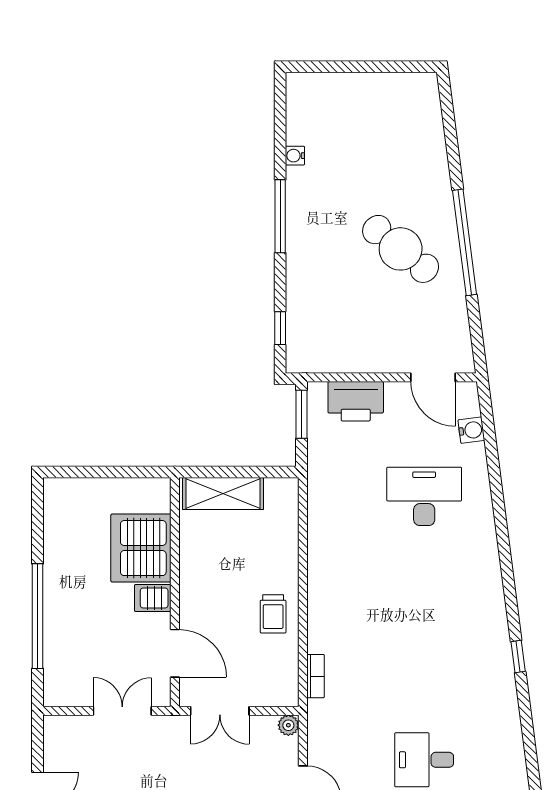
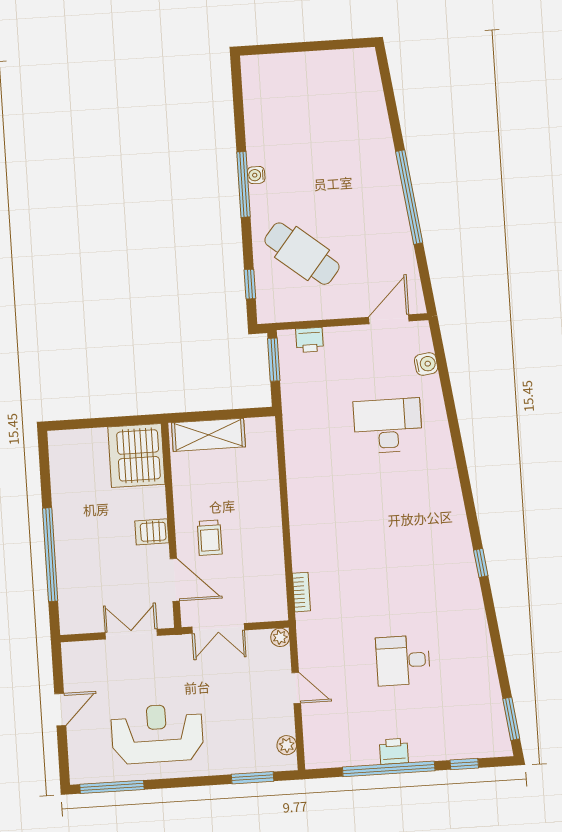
water cooler: (295, 156) -> (256, 175), moved
cafe table: (401, 249) -> (302, 254), moved
door: (433, 377) -> (389, 319), swing flipped
printer: (356, 401) -> (310, 340), width x0.53, depth x0.68
server rack: (141, 548) -> (136, 456), moved
trolley: (273, 614) -> (210, 538), moved

